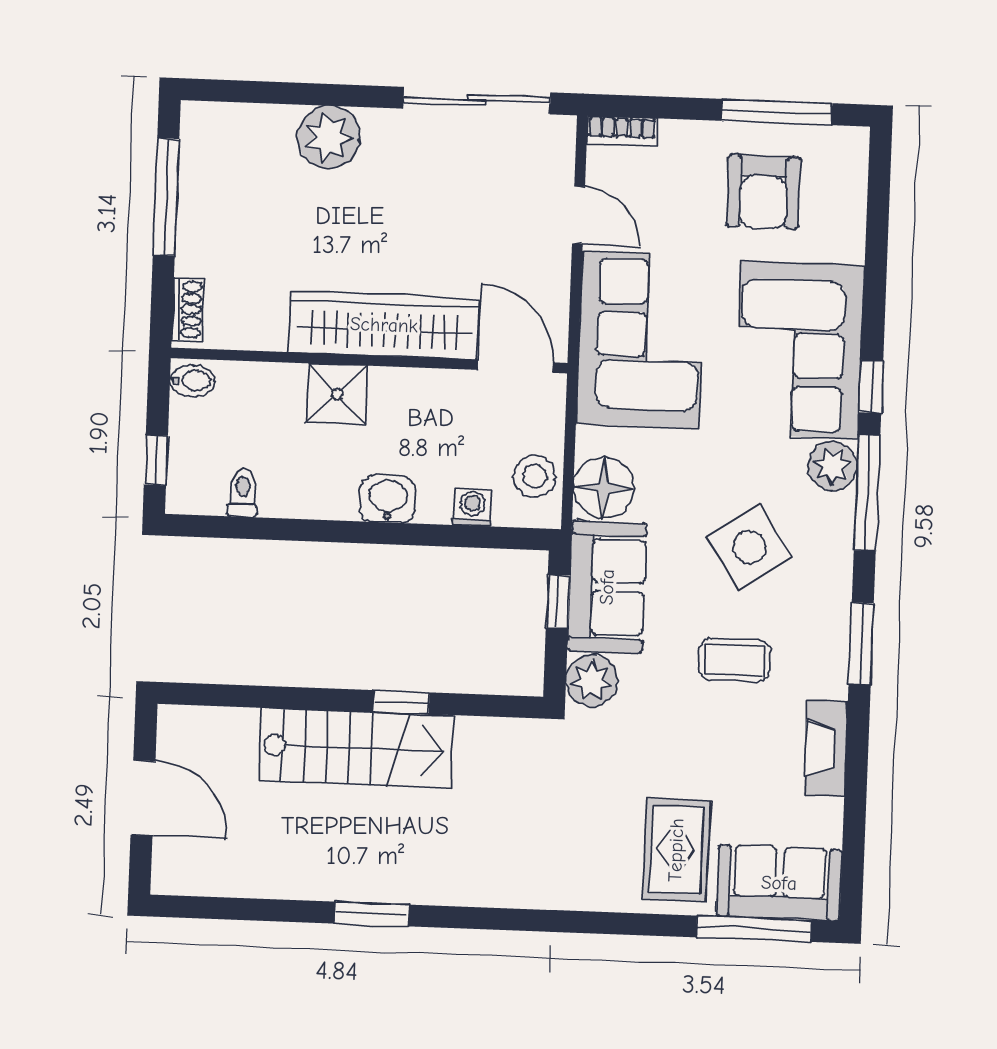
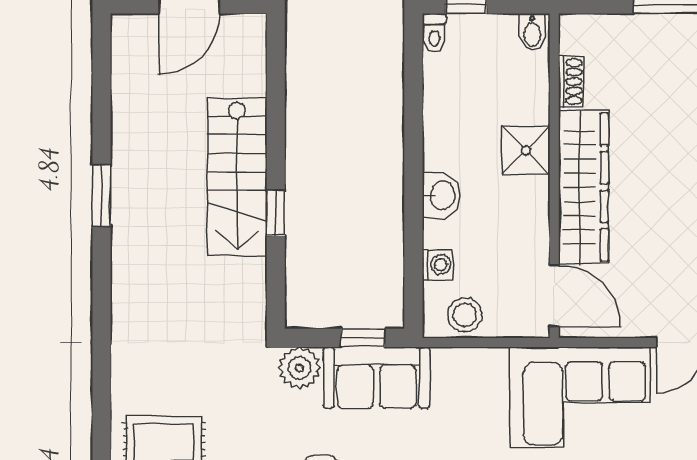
shoe rack: (188, 310) -> (571, 82), moved, turned -90
door: (515, 366) -> (554, 296), hinge flipped
floor lamp: (604, 488) -> (458, 372), removed
toilet: (243, 493) -> (434, 33), moved, turned 90

